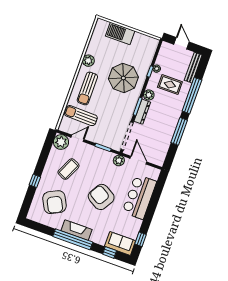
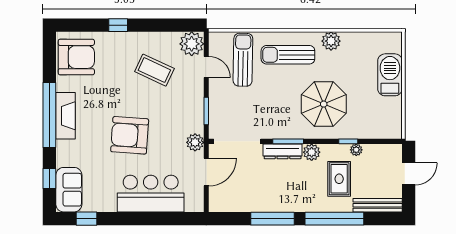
armchair: (101, 197) -> (130, 135), turned -117
armchair: (54, 202) -> (76, 57), moved, turned -153

